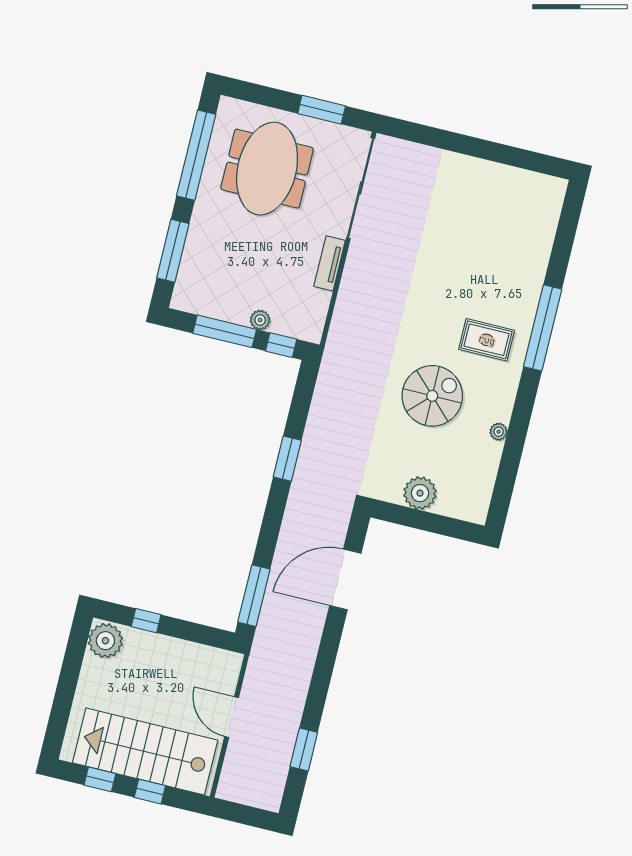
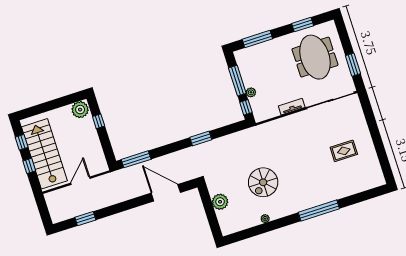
window: (196, 155) -> (303, 25), width x0.47
meeting table: (267, 169) -> (315, 57), turned 90
rug: (487, 340) -> (344, 151), moved, turned 90
spiral stairs: (432, 396) -> (263, 182), turned 90

